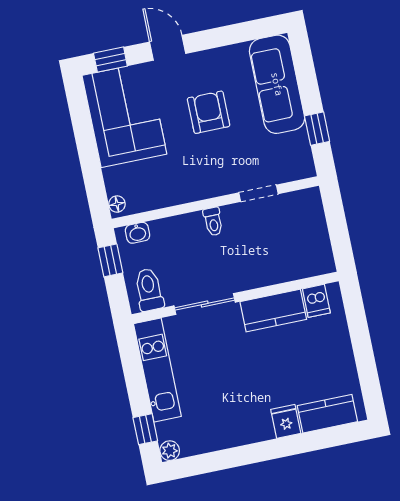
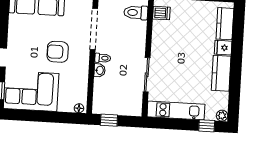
armchair: (209, 112) -> (58, 52), moved
doorway: (258, 193) -> (94, 29), width x1.88
washbasin: (138, 233) -> (100, 70), moved
toilet: (149, 290) -> (136, 13), moved
kitchen counter: (273, 311) -> (221, 73), moved, turned 180

